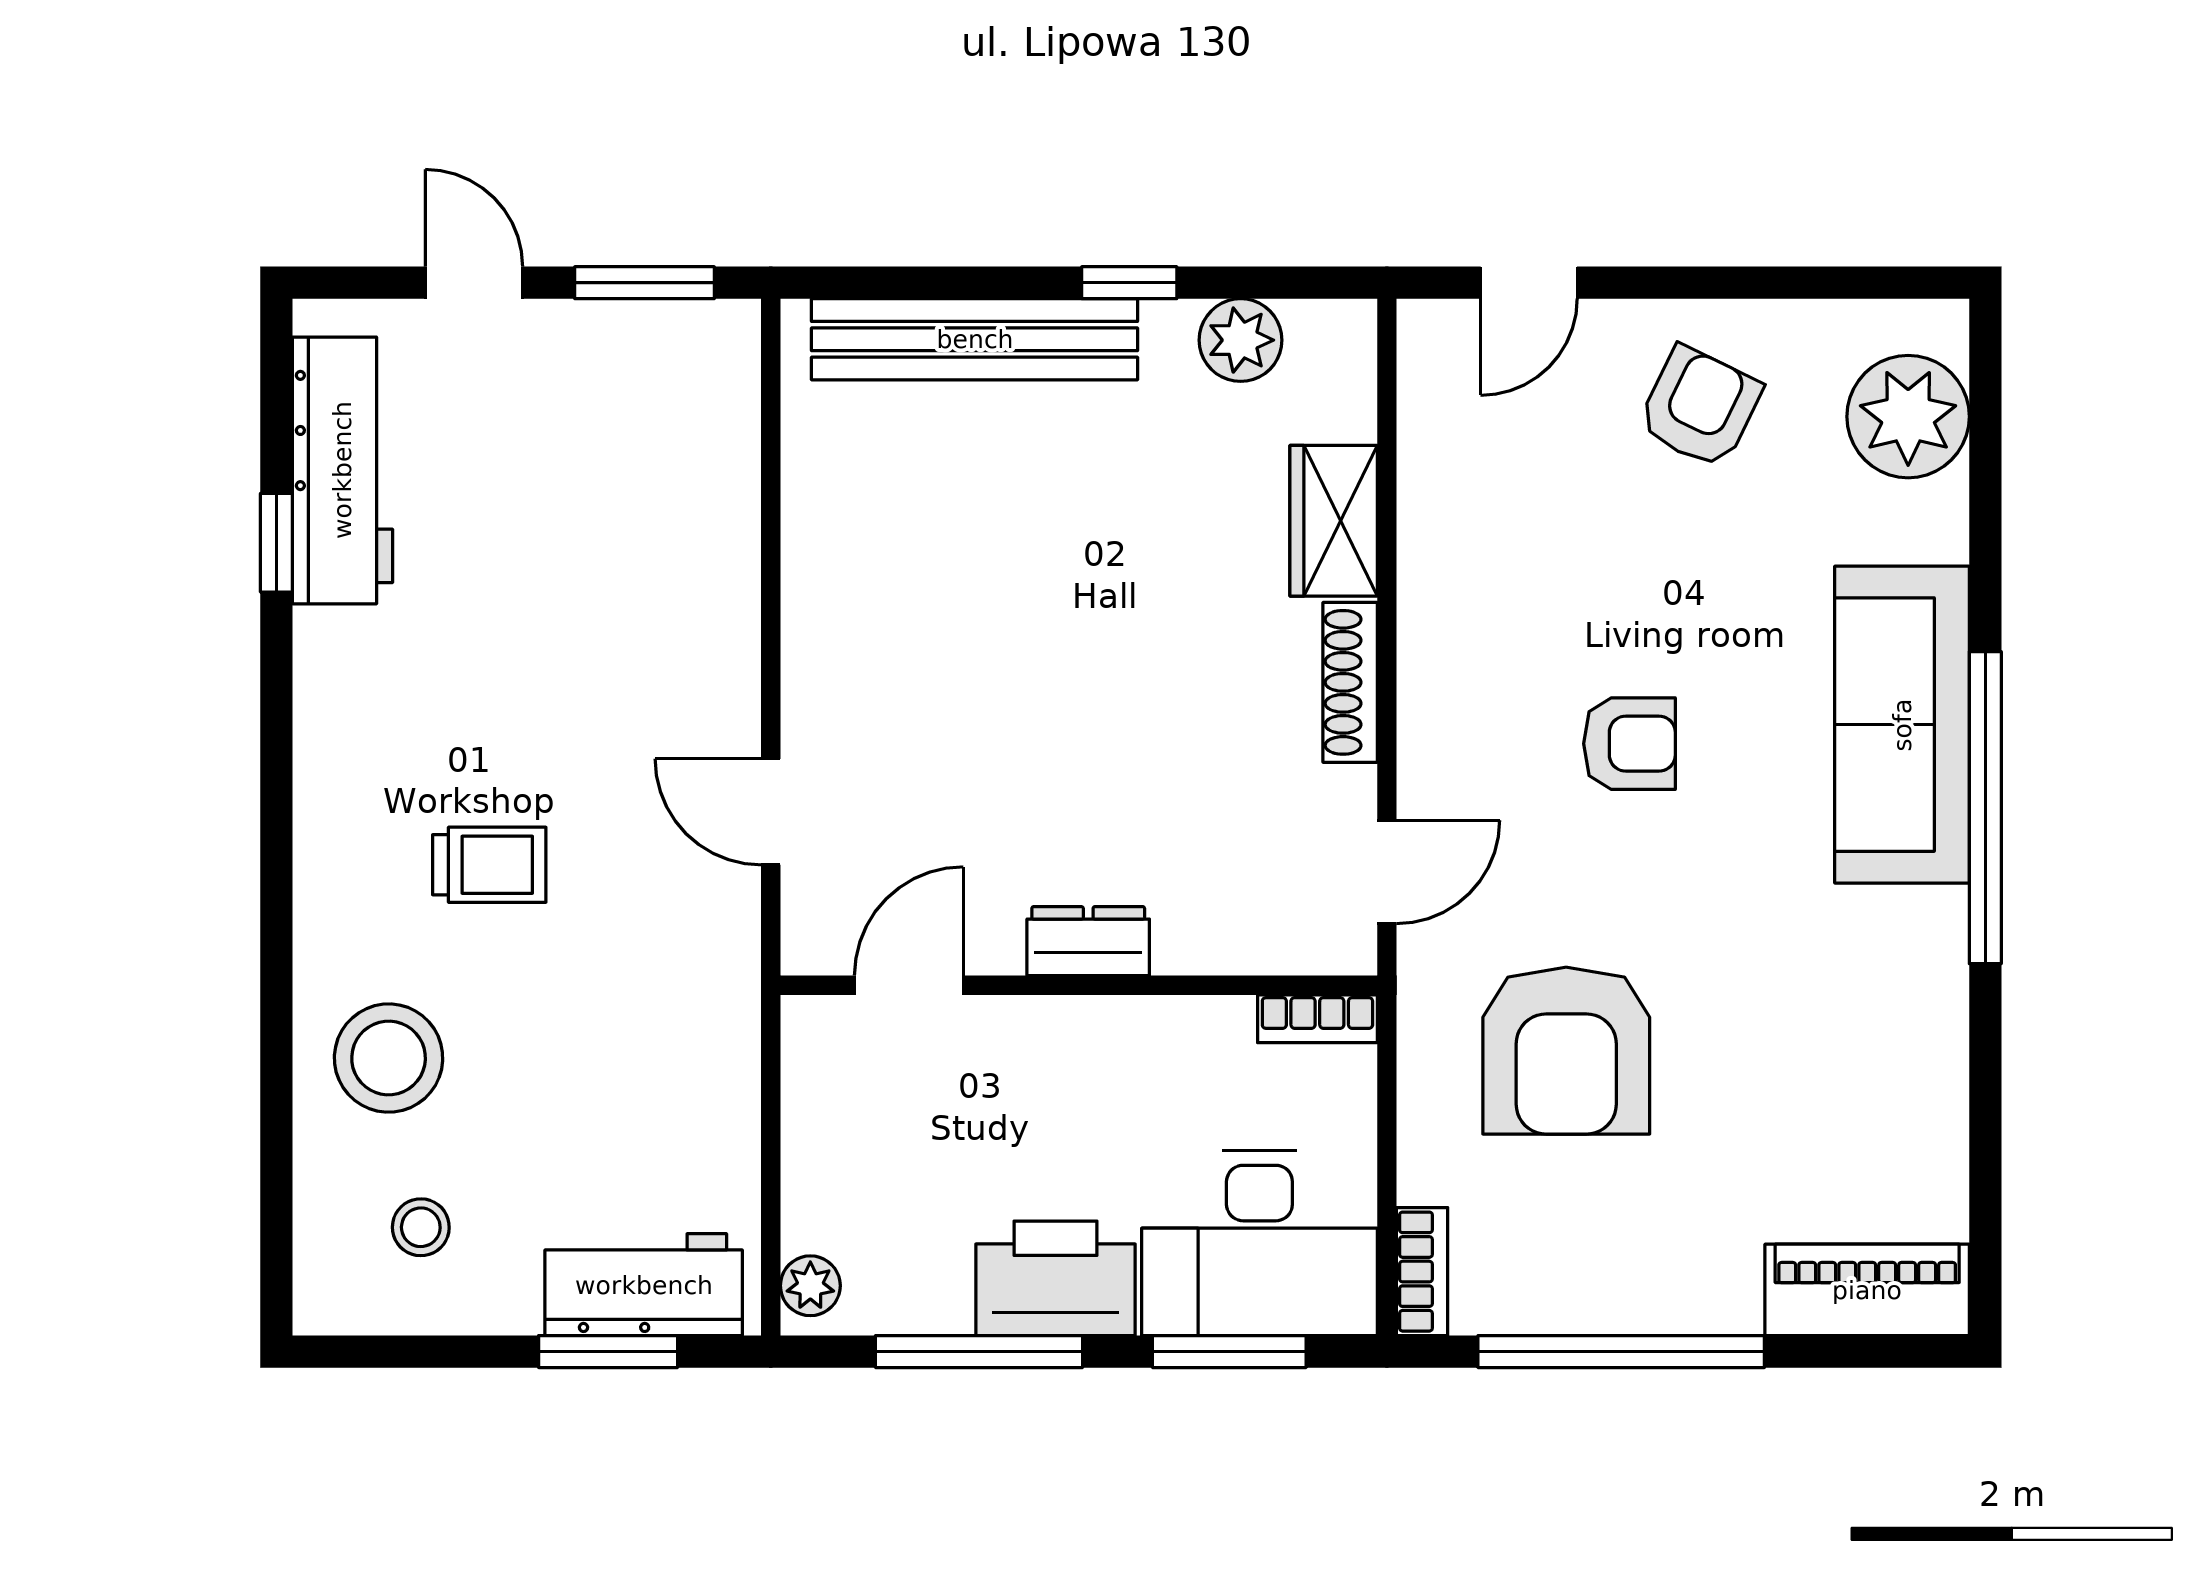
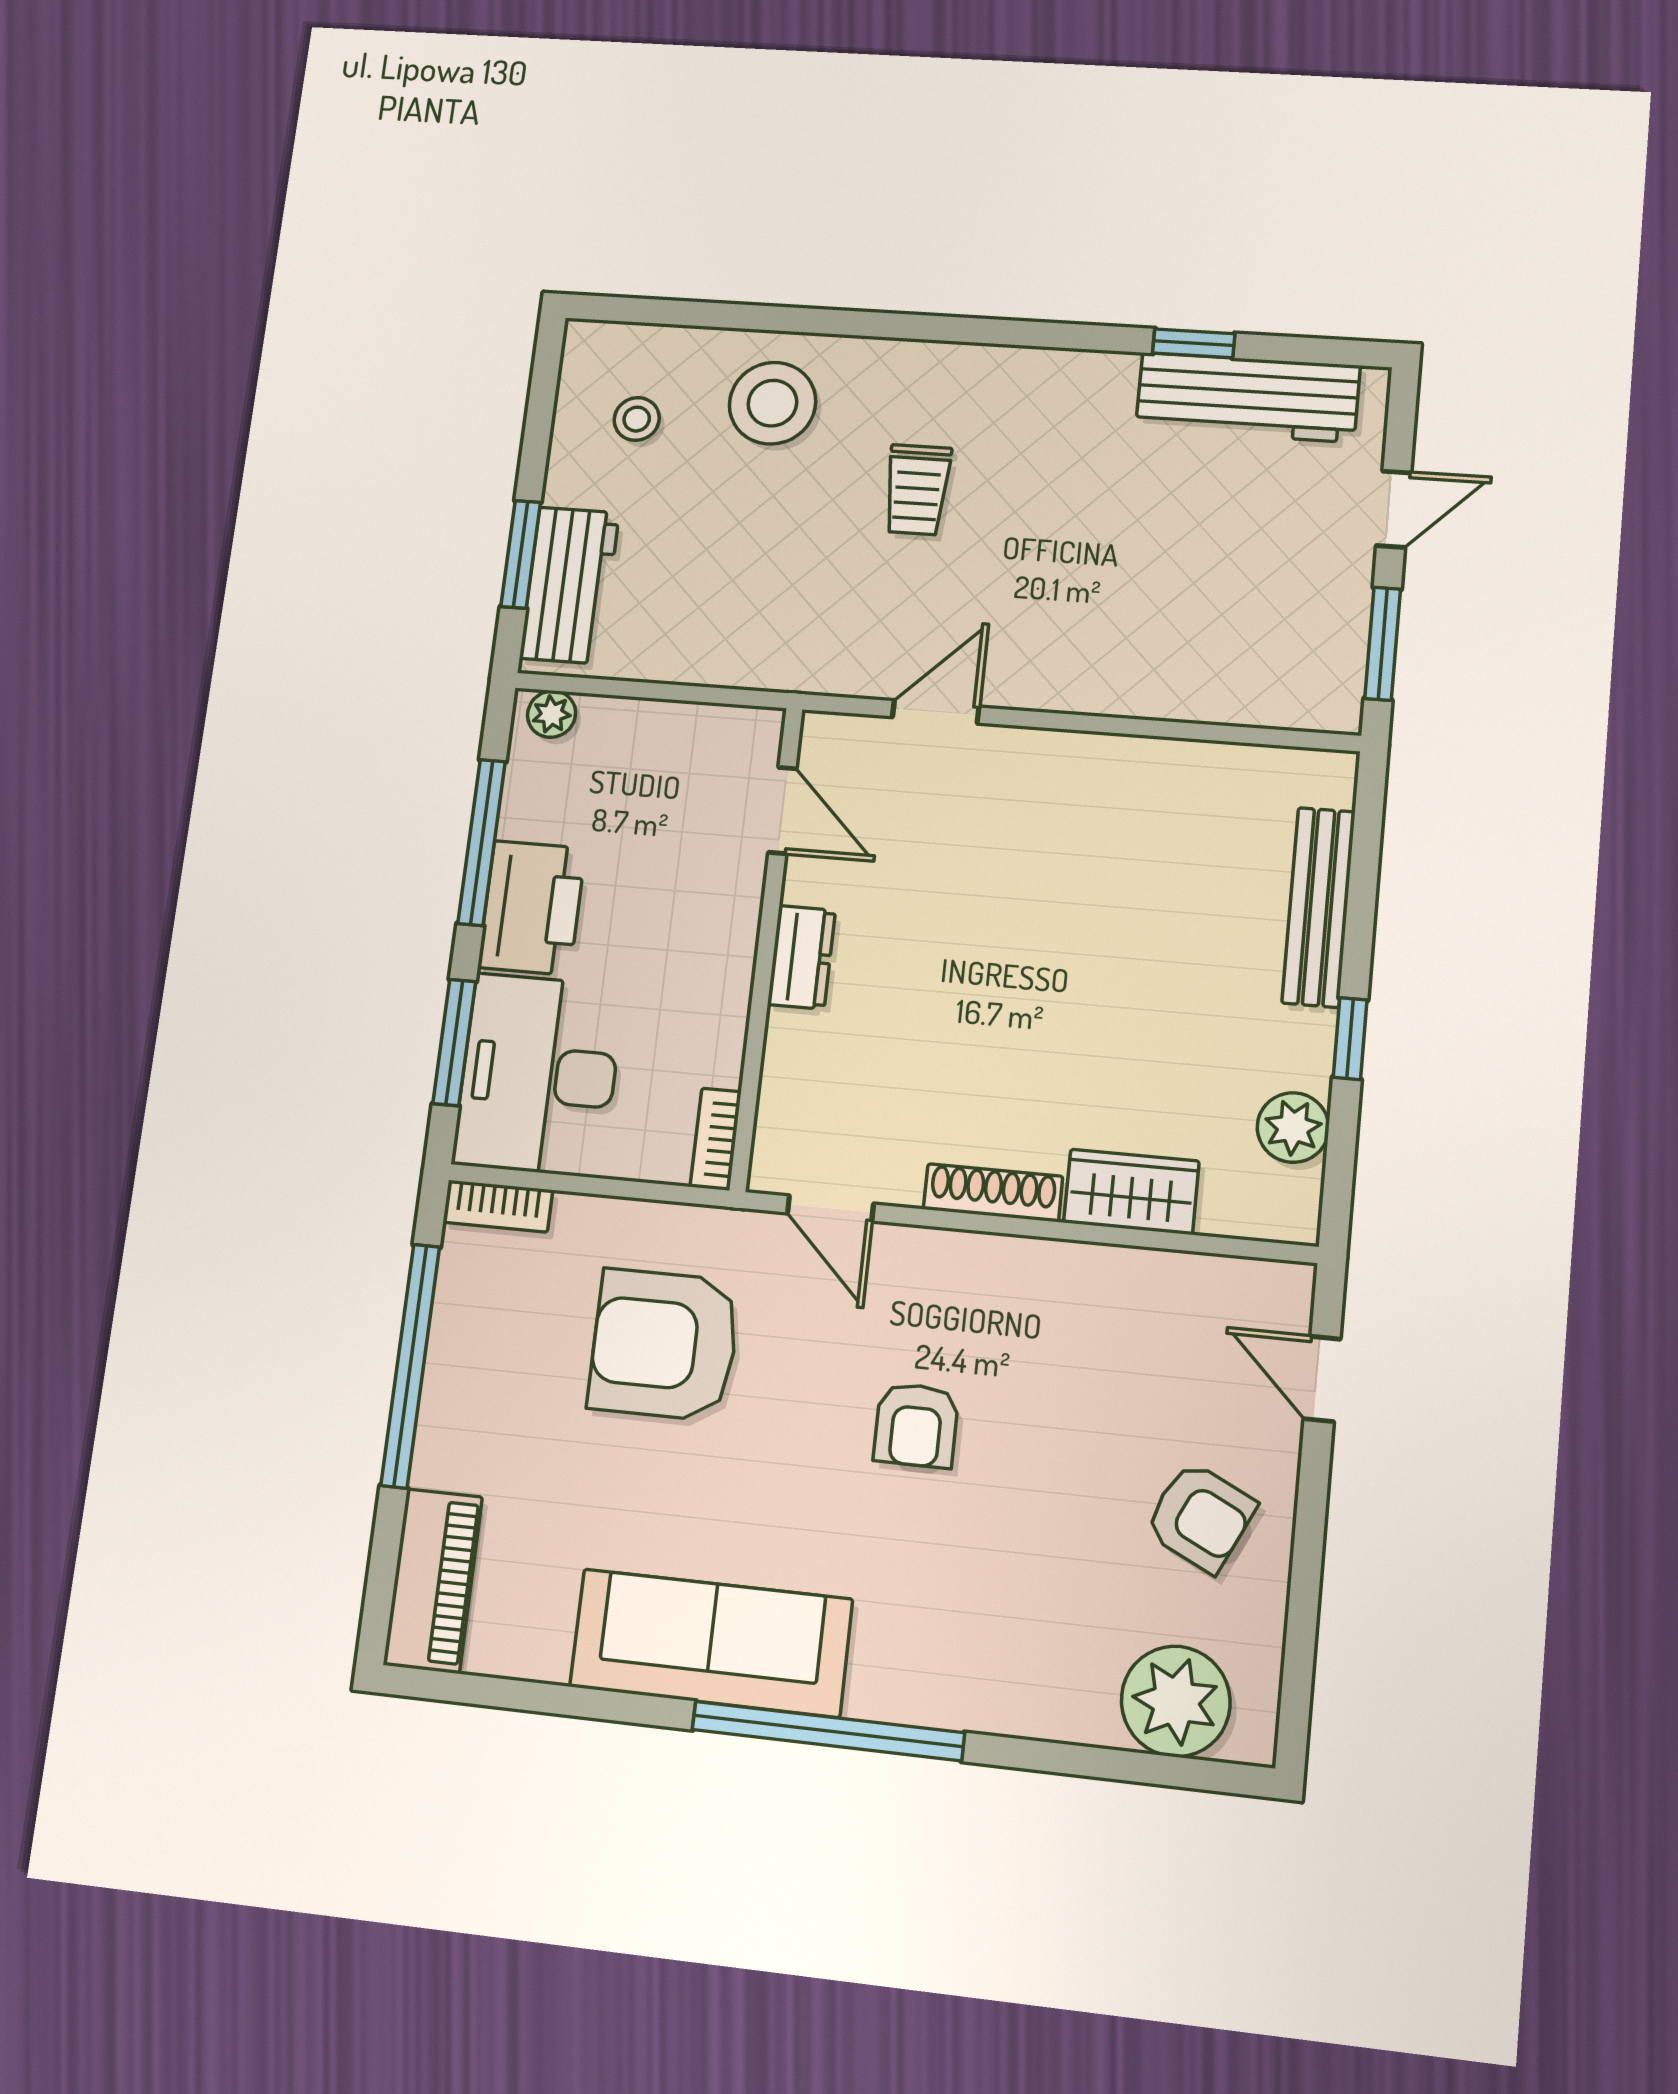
bench: (975, 339) -> (1319, 907), width x0.73, depth x0.82
sofa: (1902, 725) -> (711, 1643), moved

